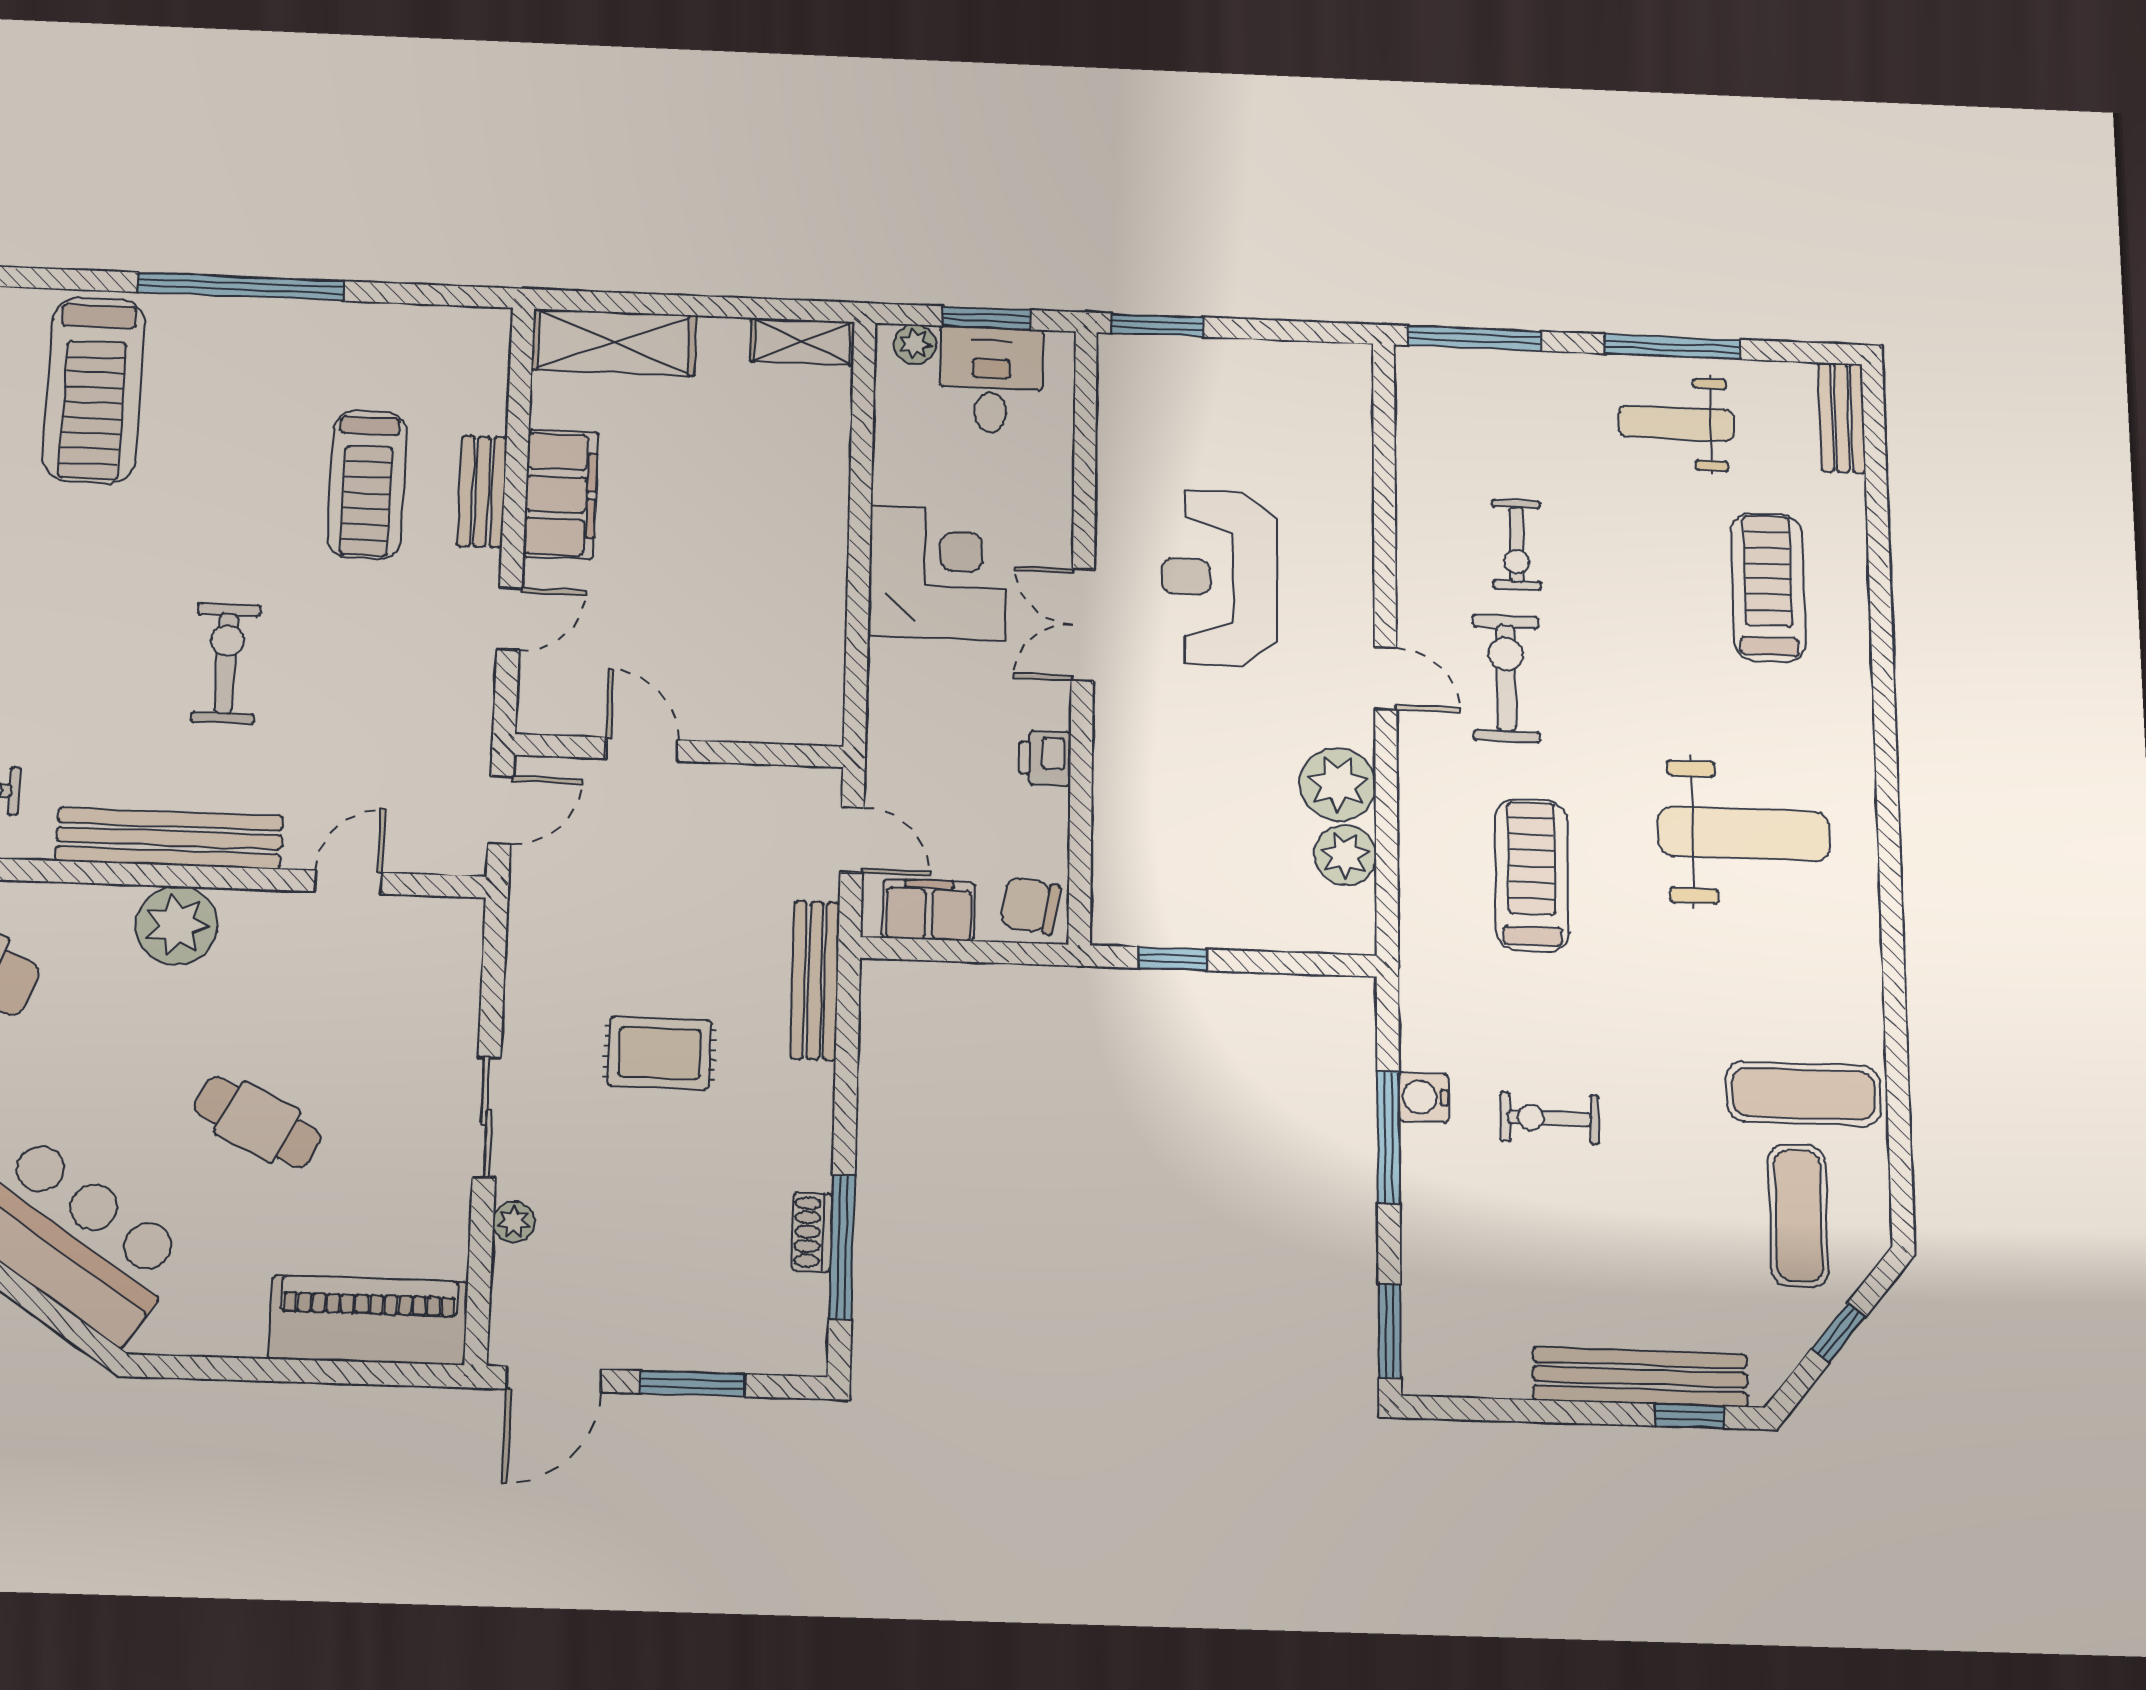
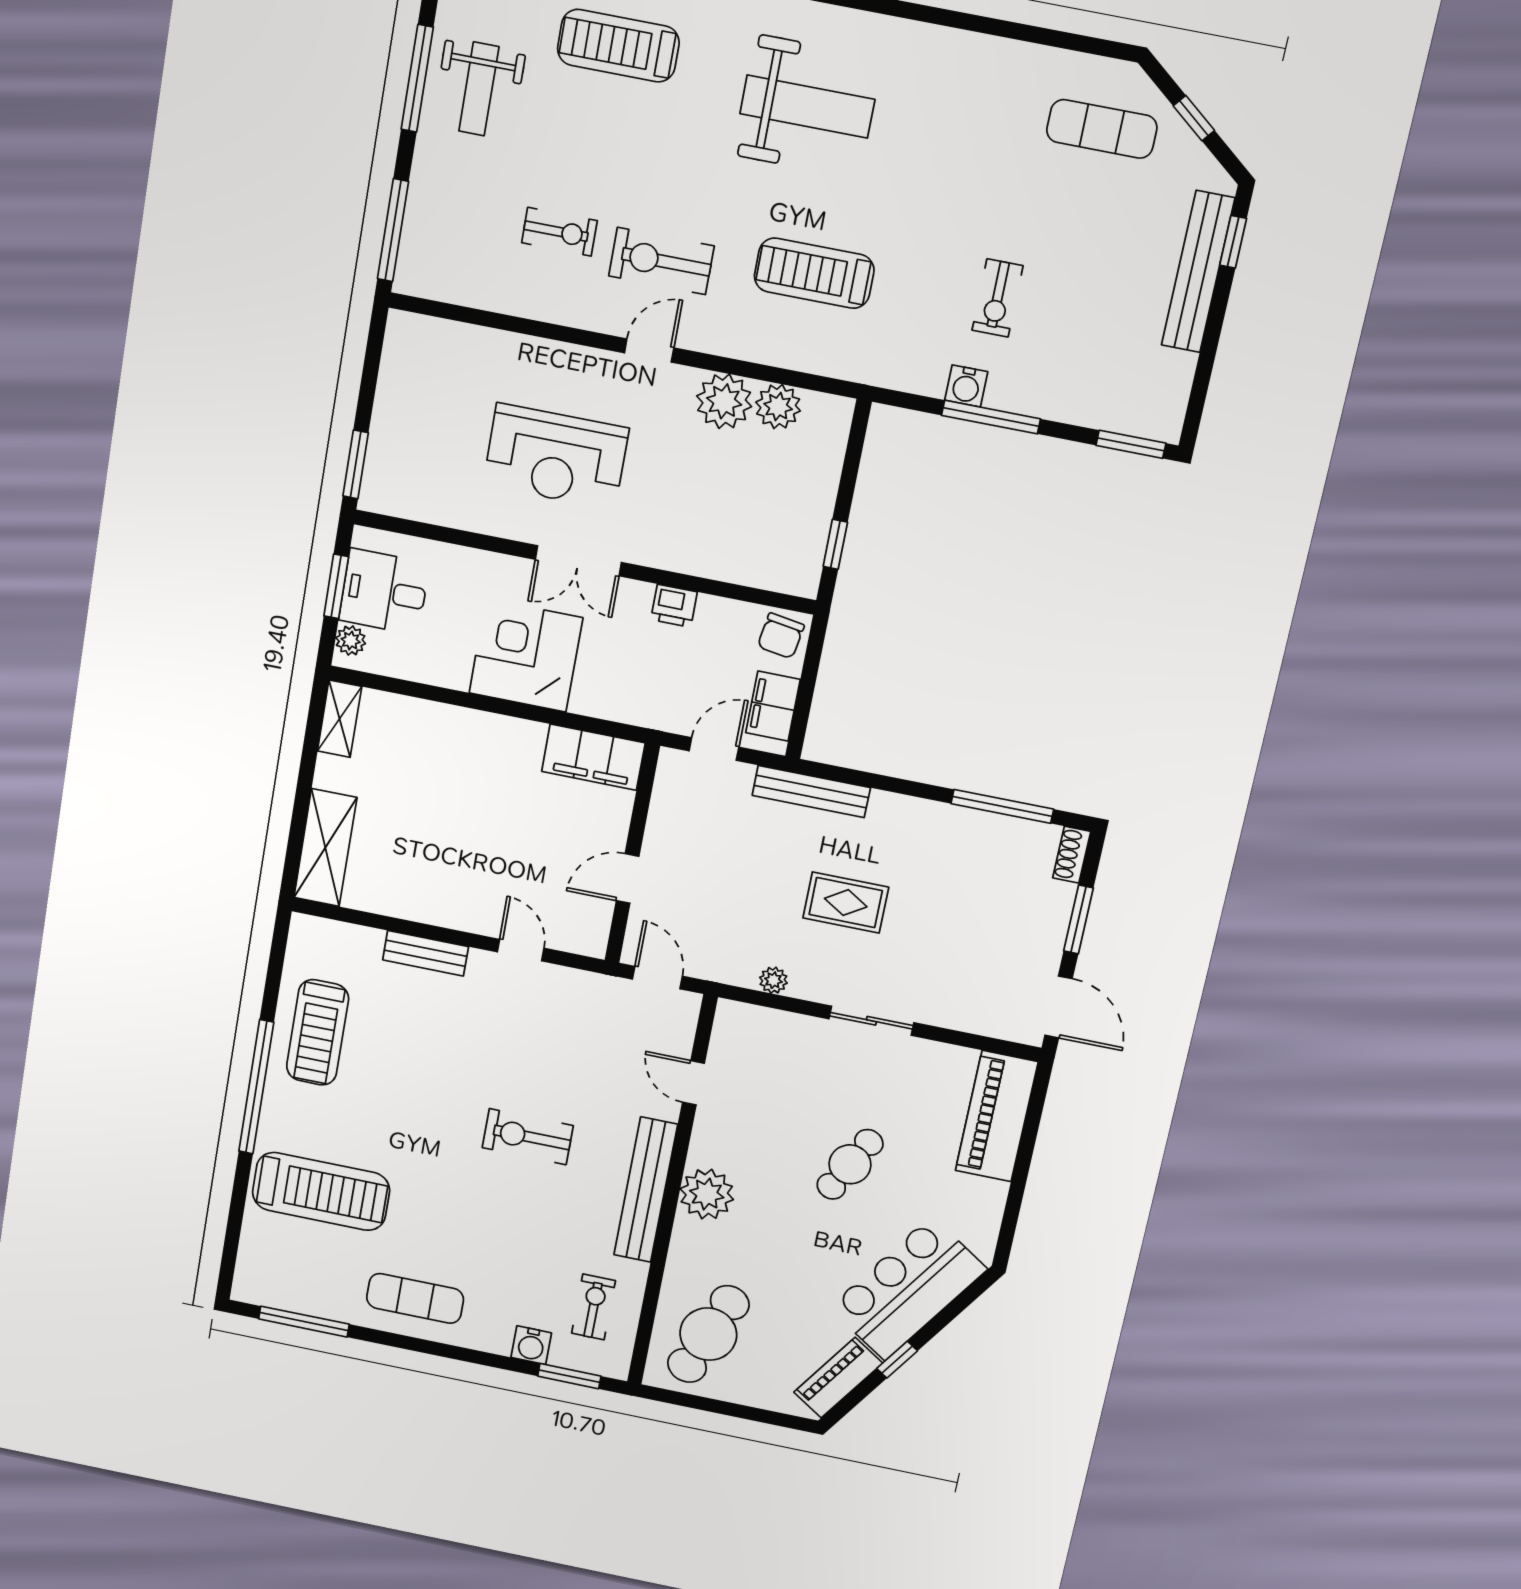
treadmill: (367, 485) -> (318, 1032), moved, turned 90
filing cabinet: (561, 494) -> (593, 757), moved, turned 180
weight bench: (1744, 834) -> (807, 107), turned 90
rug: (660, 1053) -> (846, 903), turned 90
exercise mat: (1804, 1094) -> (1012, 105), removed
plant: (514, 1222) -> (773, 980), moved
shoe rack: (812, 1232) -> (1072, 855), moved, turned 90

